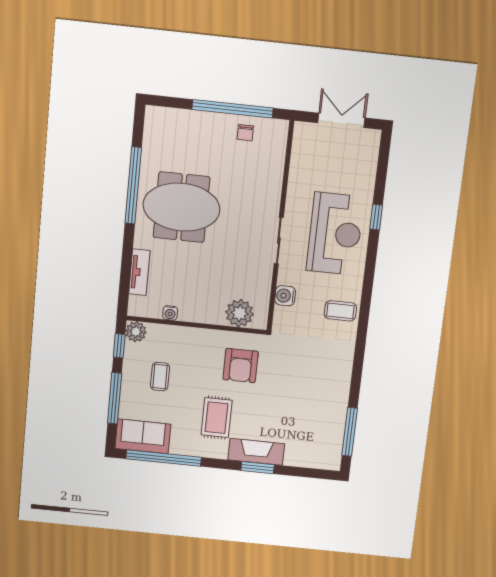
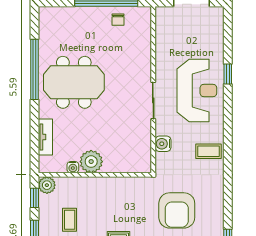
plant: (240, 313) -> (91, 162), moved
armchair: (241, 366) -> (177, 210), moved, width x1.36, depth x1.36

